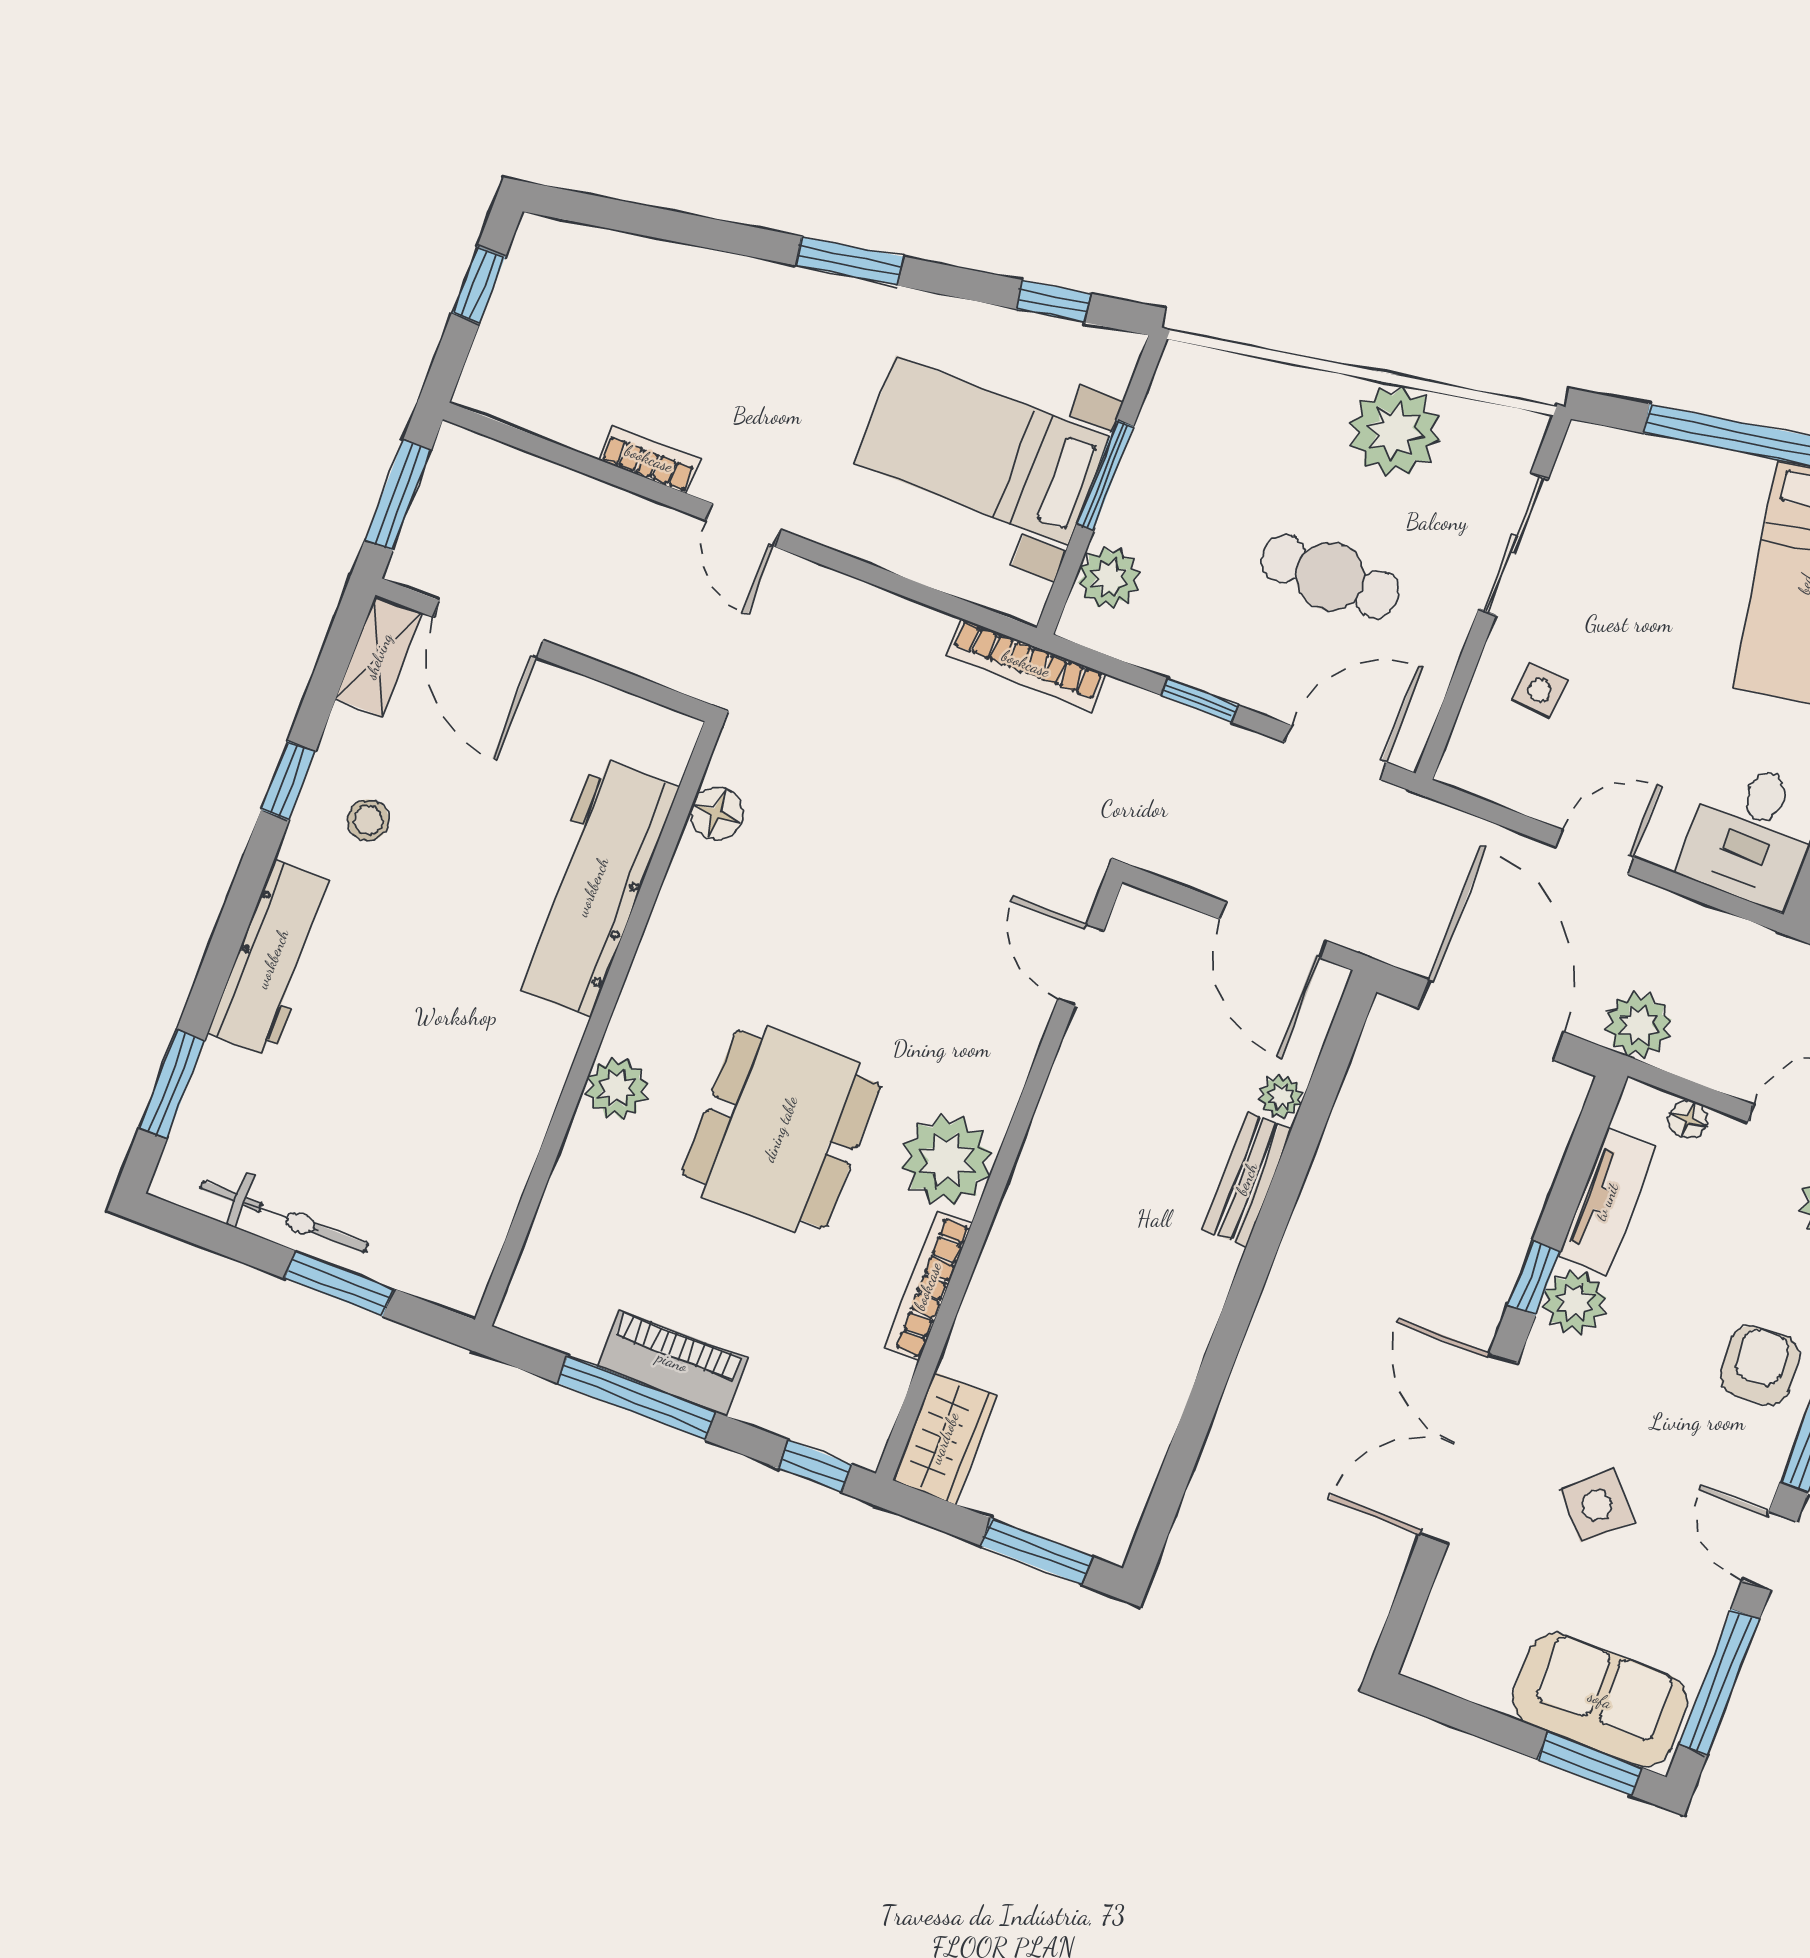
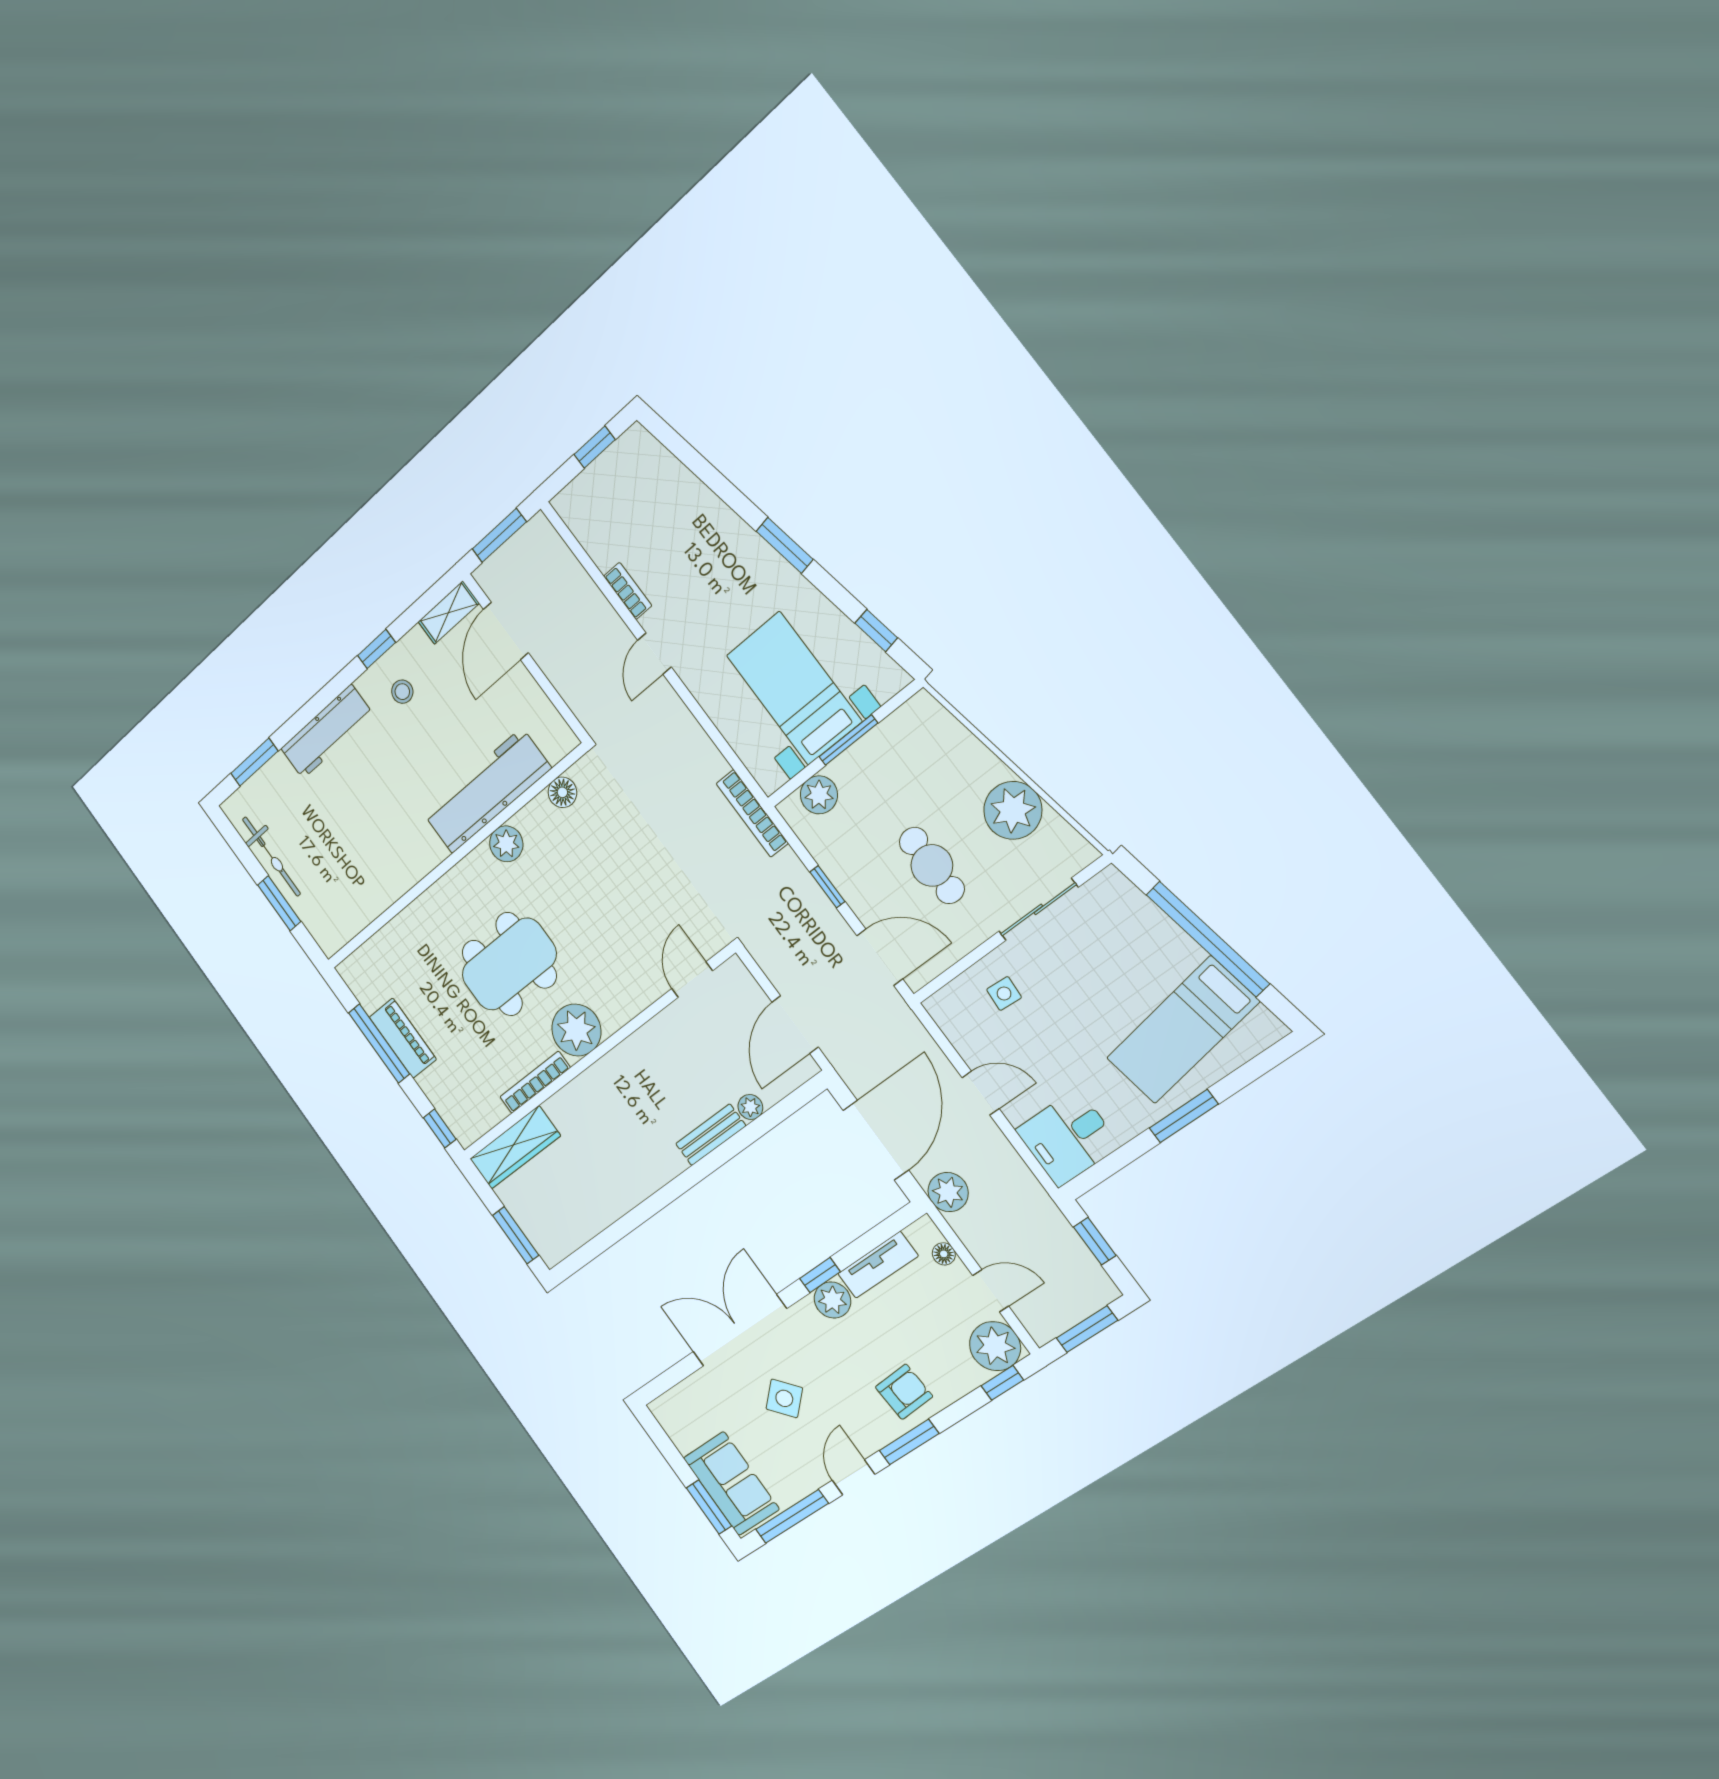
plant: (617, 1088) -> (506, 844), moved
wardrobe: (945, 1438) -> (515, 1147), width x1.50

